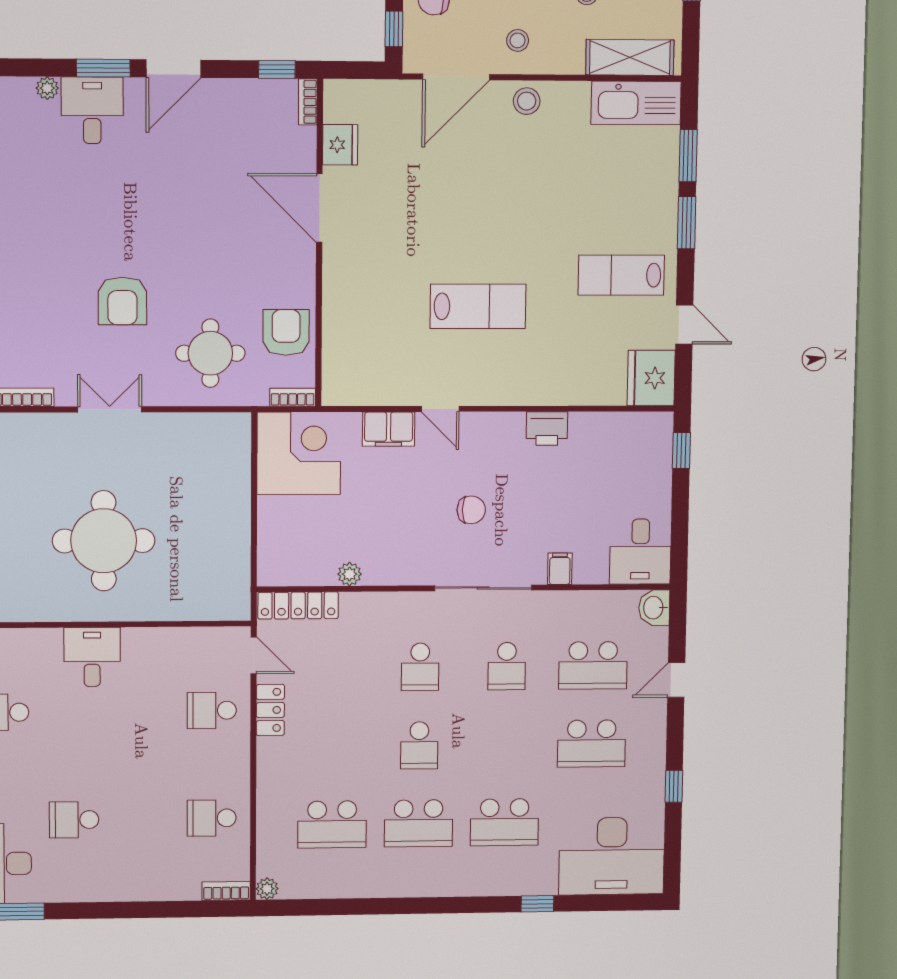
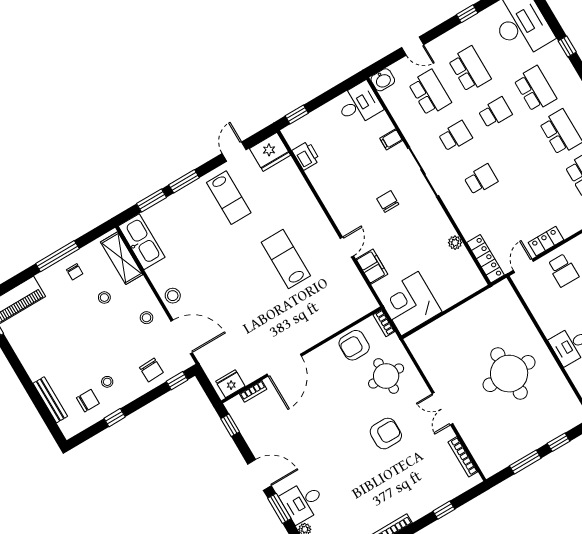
bookcase: (308, 102) -> (253, 391), moved
fridge: (340, 145) -> (230, 384), moved
printer: (547, 429) -> (306, 156), moved
school desk: (419, 745) -> (495, 113), moved

